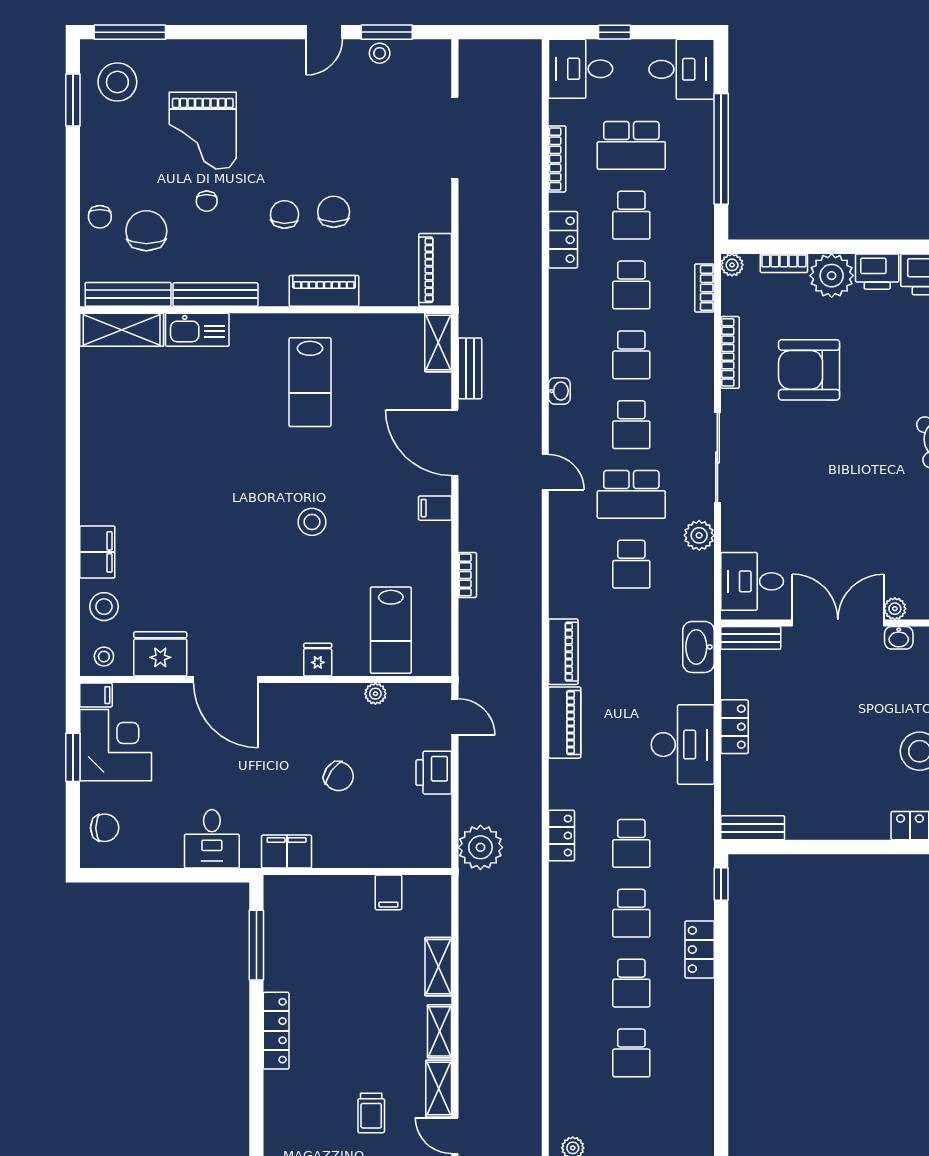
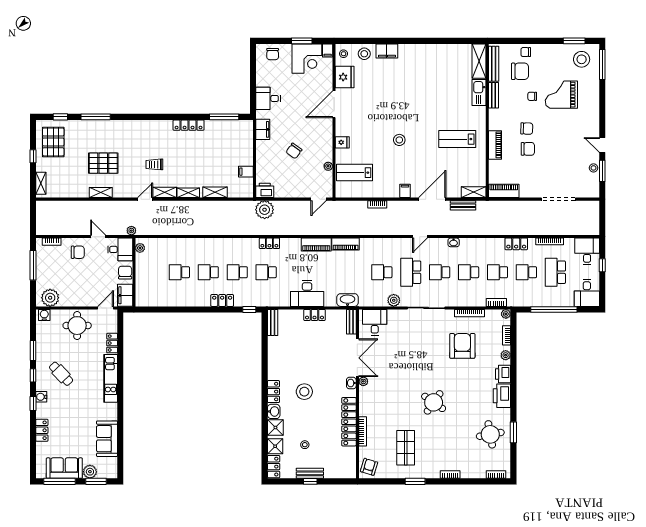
plant: (832, 276) -> (506, 355), width x0.53, depth x0.53
bench: (215, 294) -> (494, 95), width x0.73
printer: (434, 773) -> (265, 190), moved

